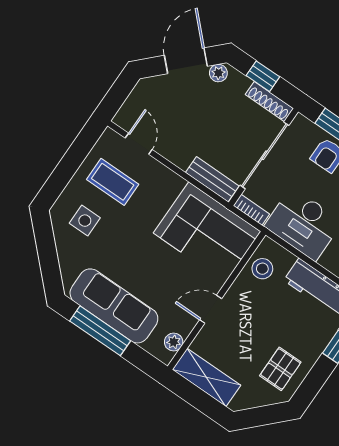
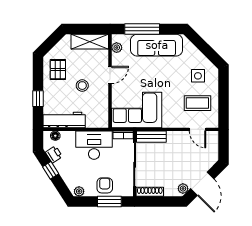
window: (263, 76) -> (161, 202), removed
stool: (262, 269) -> (82, 86), moved
window: (100, 331) -> (142, 29), moved

